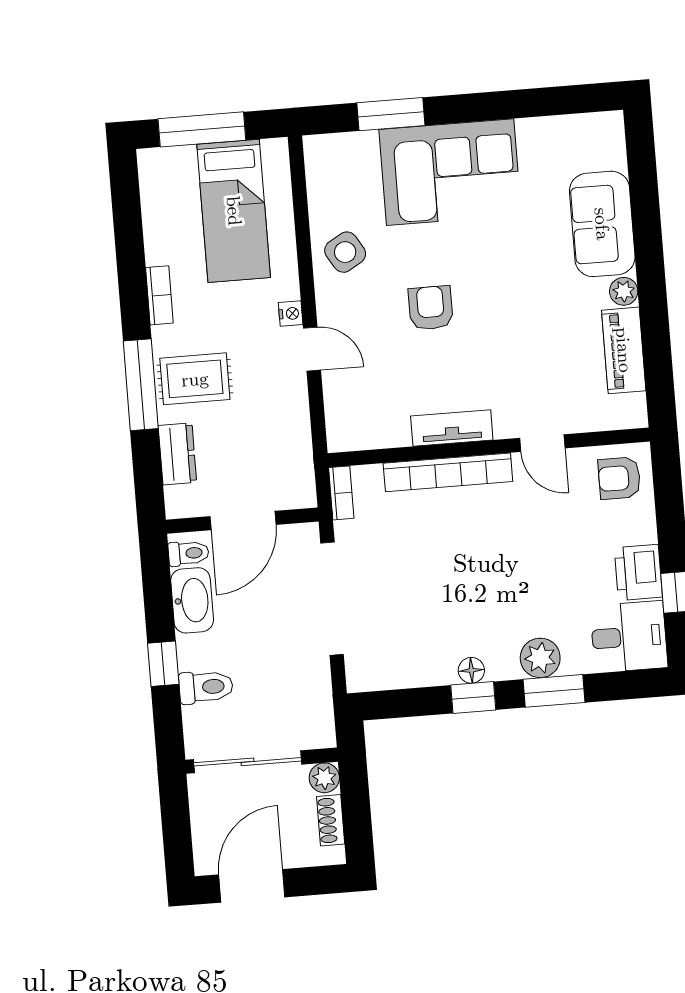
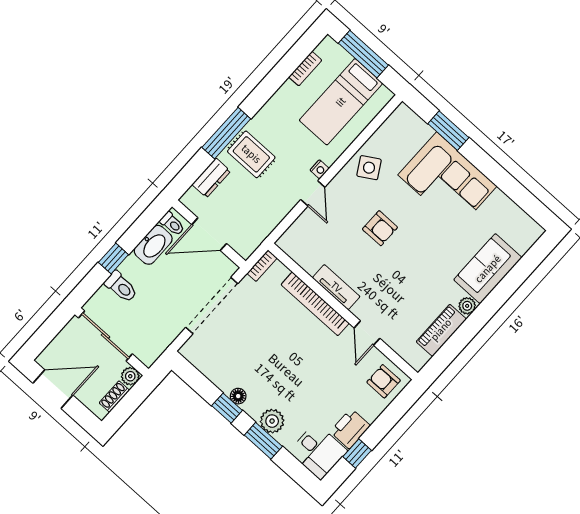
bookcase: (159, 295) -> (305, 69), moved
armchair: (431, 308) -> (380, 228), turned 90

